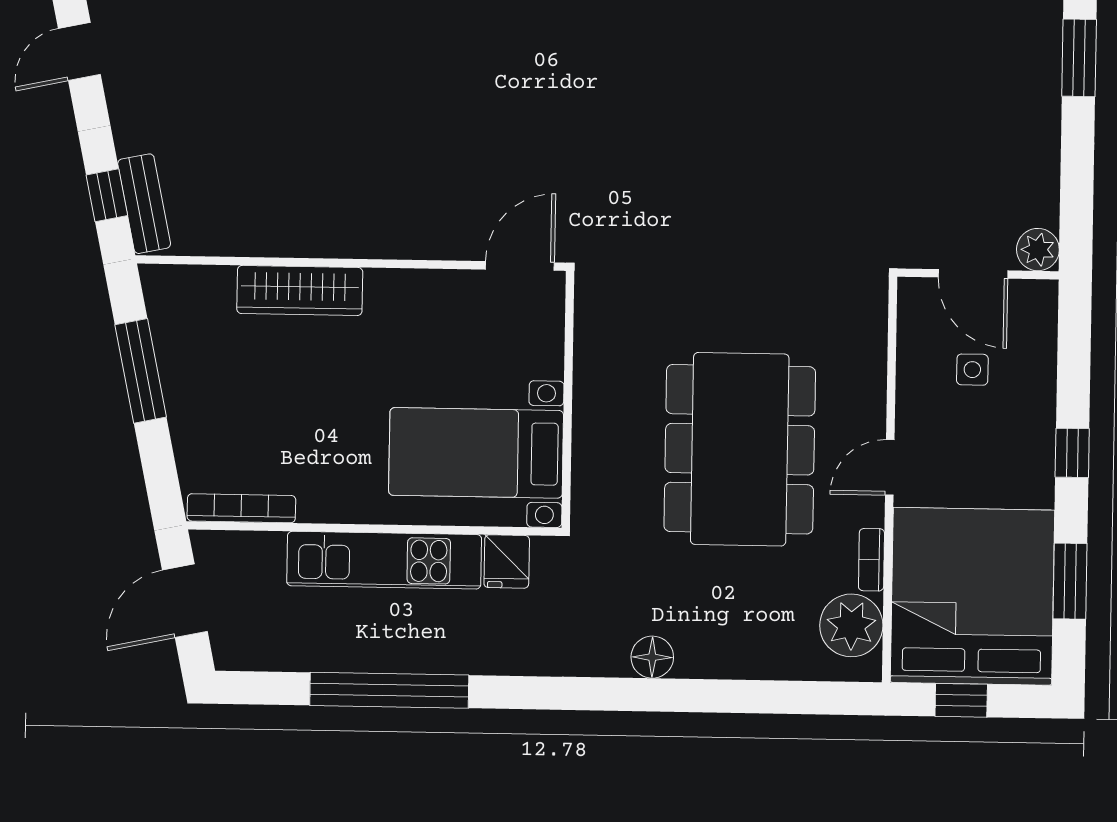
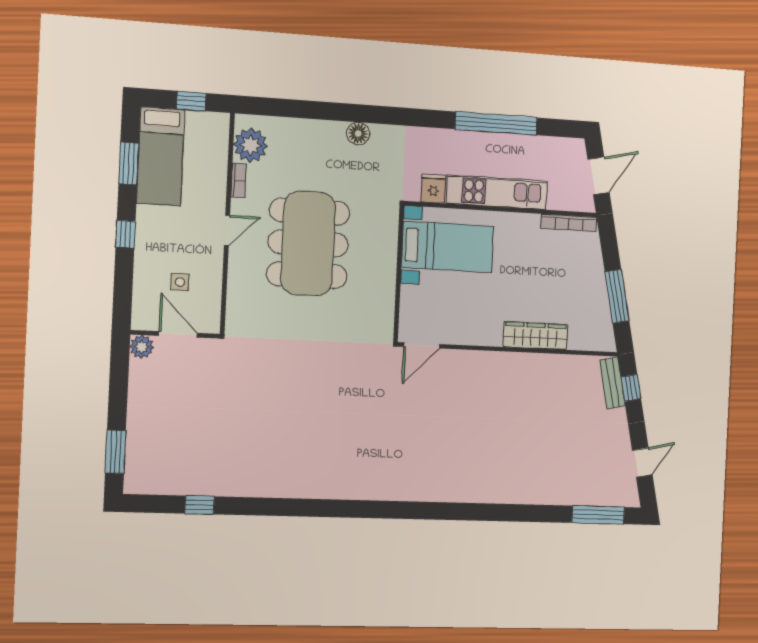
bed: (972, 596) -> (161, 156), width x0.49

